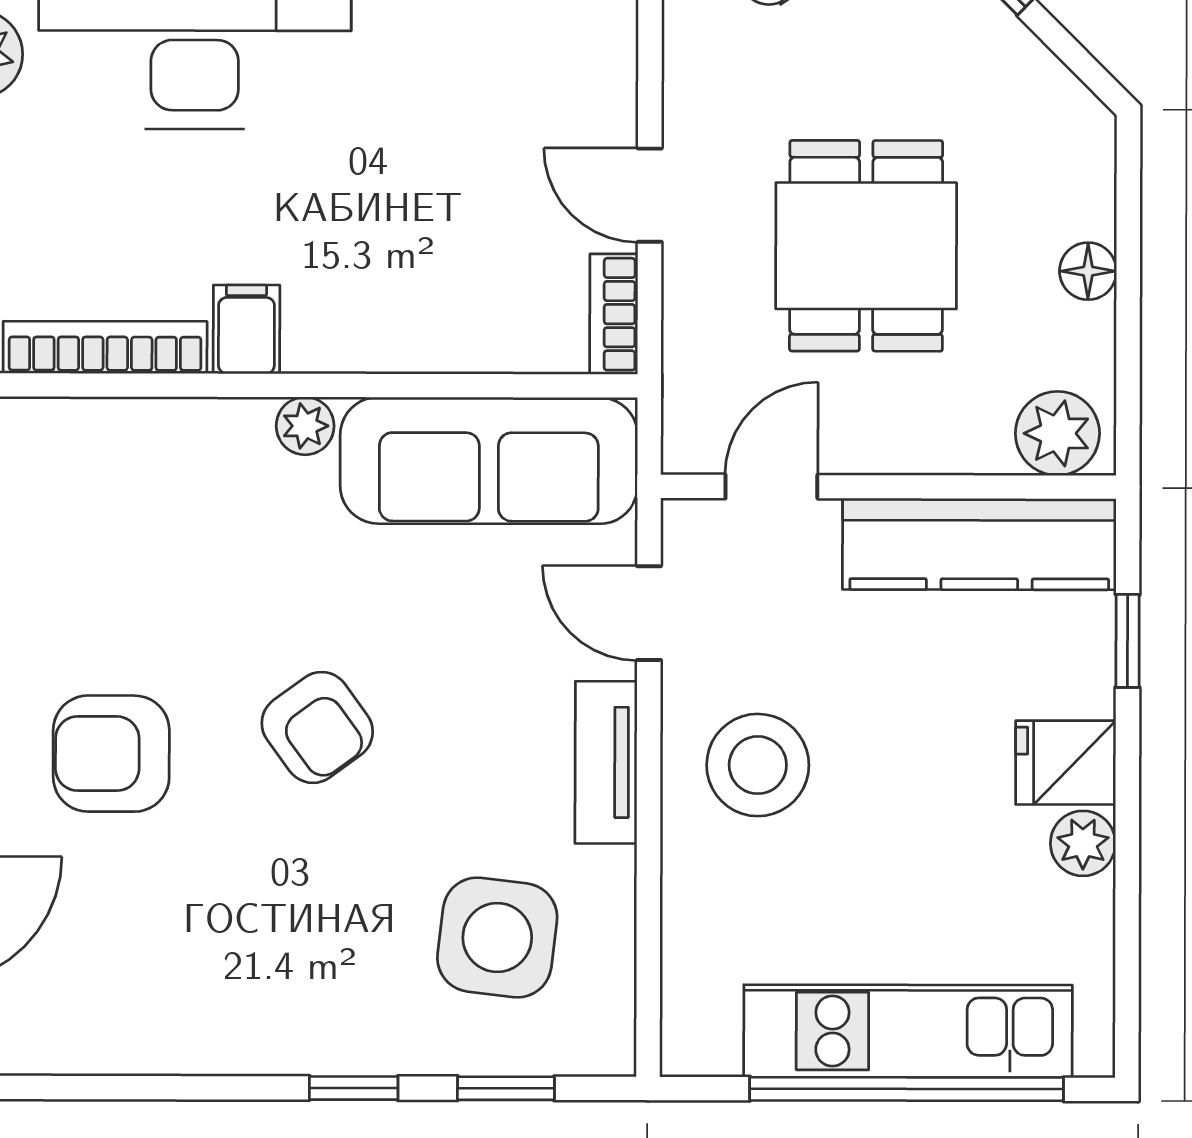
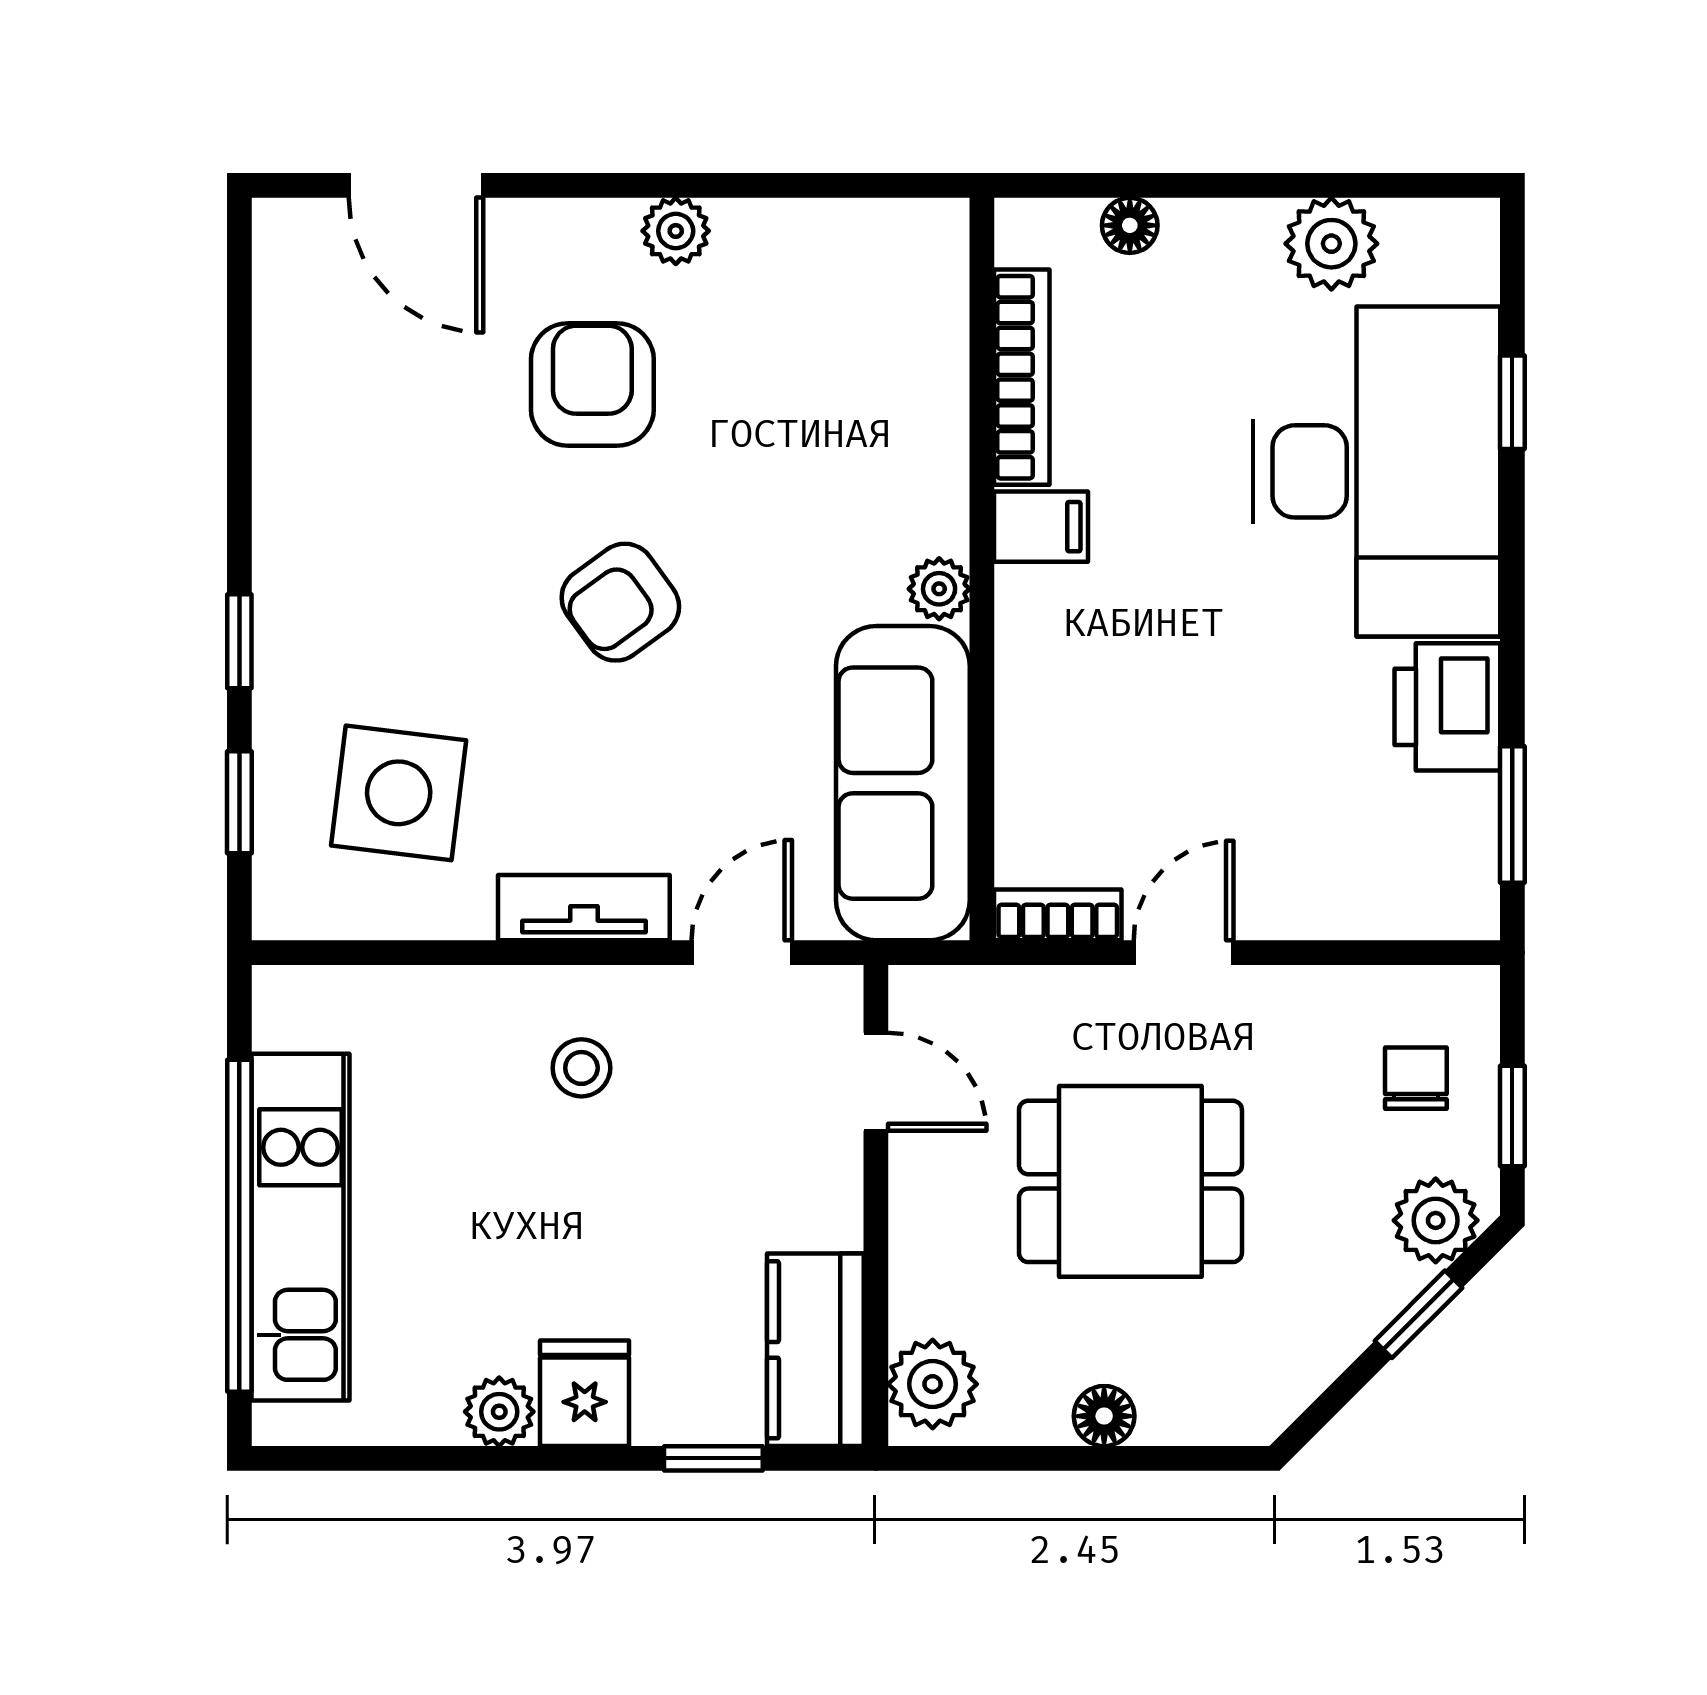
kitchen counter: (979, 544) -> (815, 1350), width x0.67
stool: (758, 765) -> (581, 1068), width x0.53, depth x0.53

